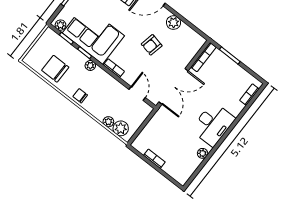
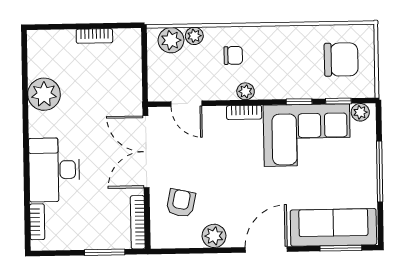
armchair: (152, 45) -> (181, 203), moved
plant: (90, 65) -> (246, 91), moved
chair: (55, 69) -> (341, 59), moved
chair: (80, 96) -> (233, 55), moved
desk: (213, 124) -> (54, 170), moved
plant: (203, 153) -> (44, 94), width x1.88, depth x1.88

